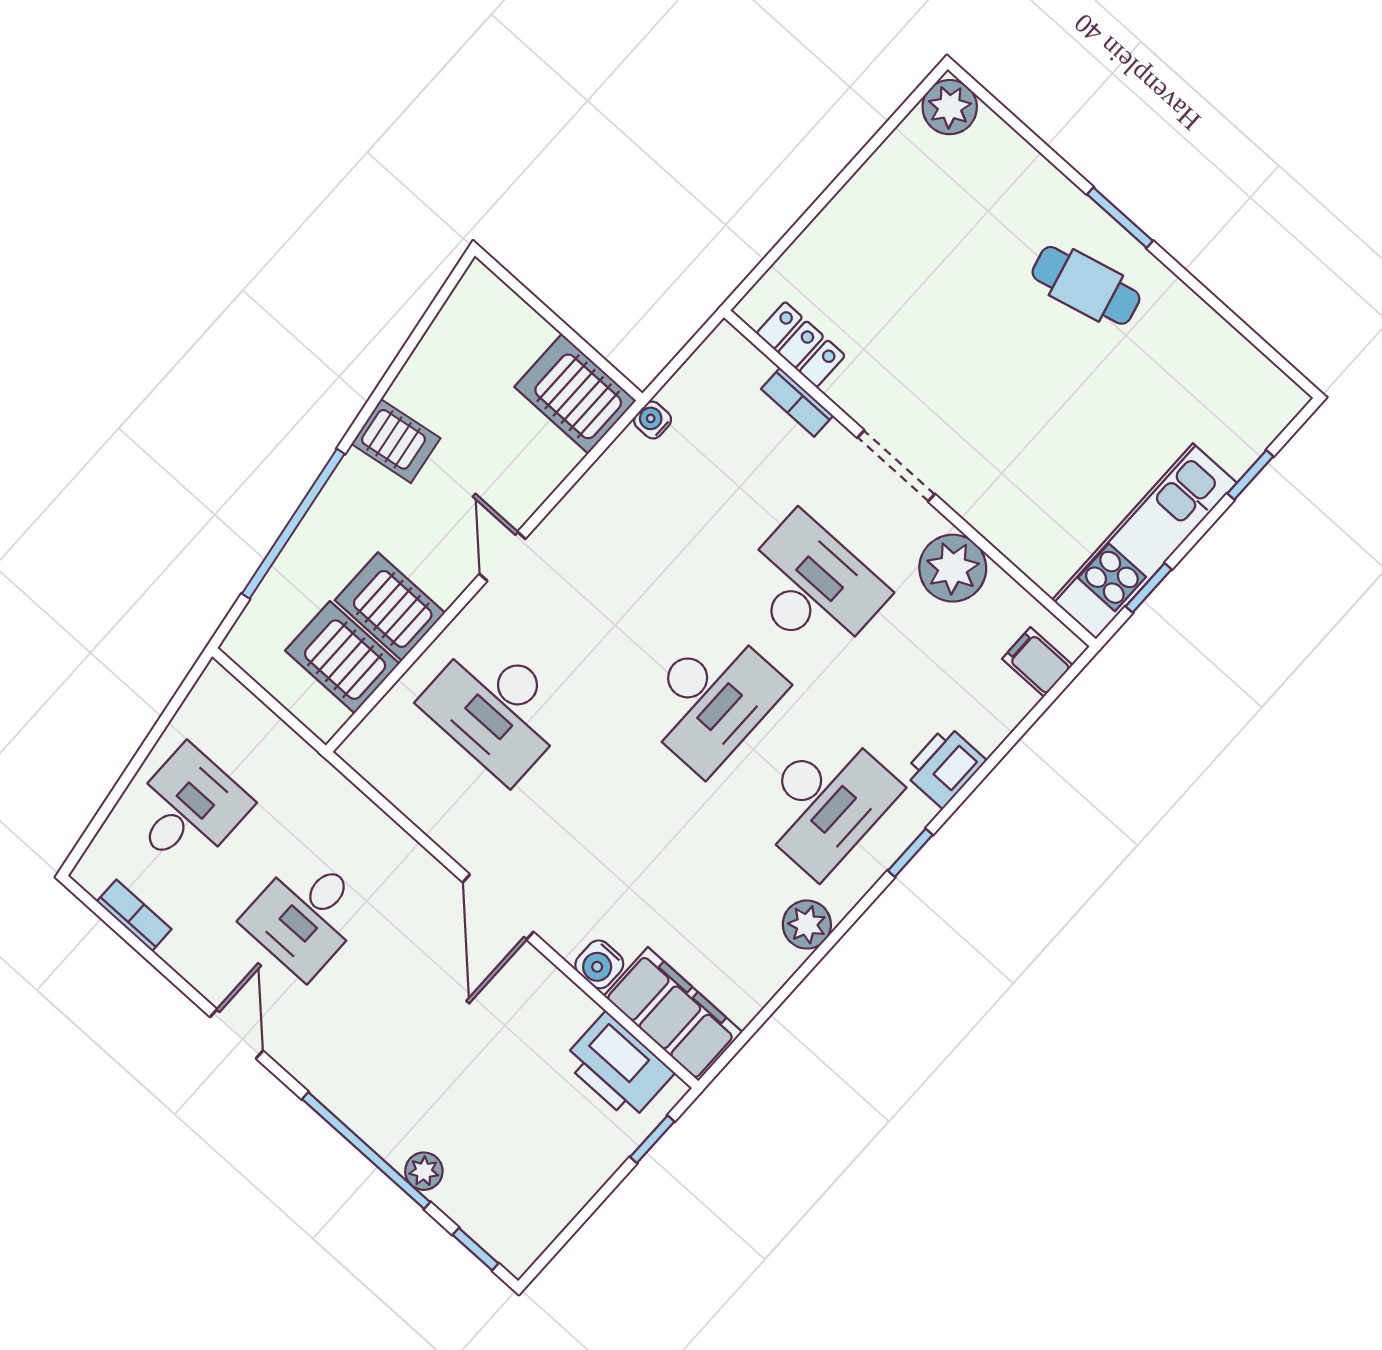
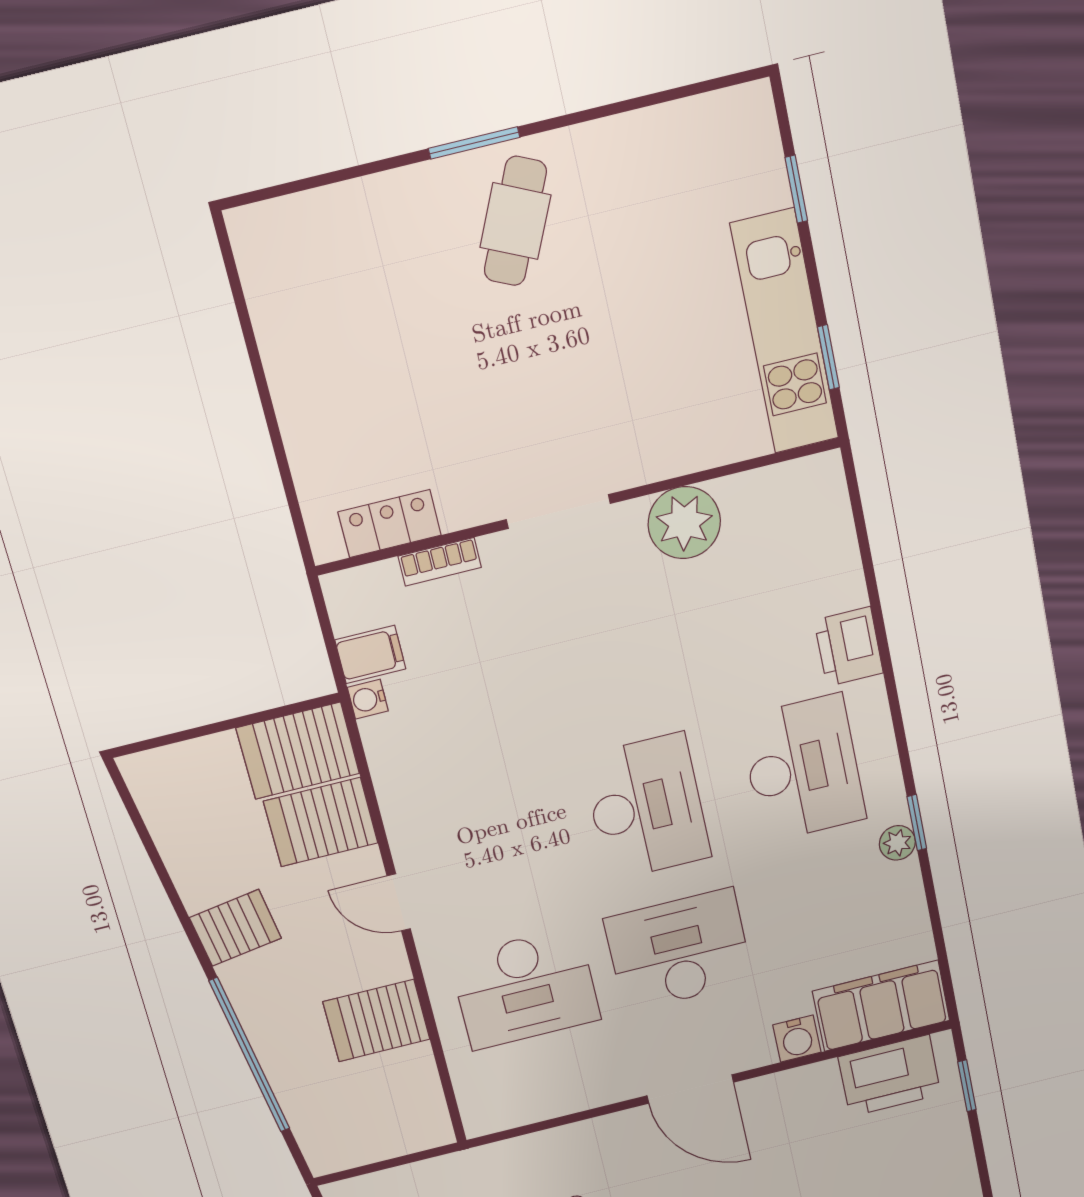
plant: (950, 107) -> (260, 234), removed
cafe table: (1086, 285) -> (515, 221), turned -51
desk: (812, 587) -> (679, 950), moved
server rack: (342, 657) -> (321, 822), moved
filing cabinet: (1037, 662) -> (370, 654), moved, turned 180
window: (910, 853) -> (917, 822), moved
plant: (807, 925) -> (897, 843), width x0.73, depth x0.73

